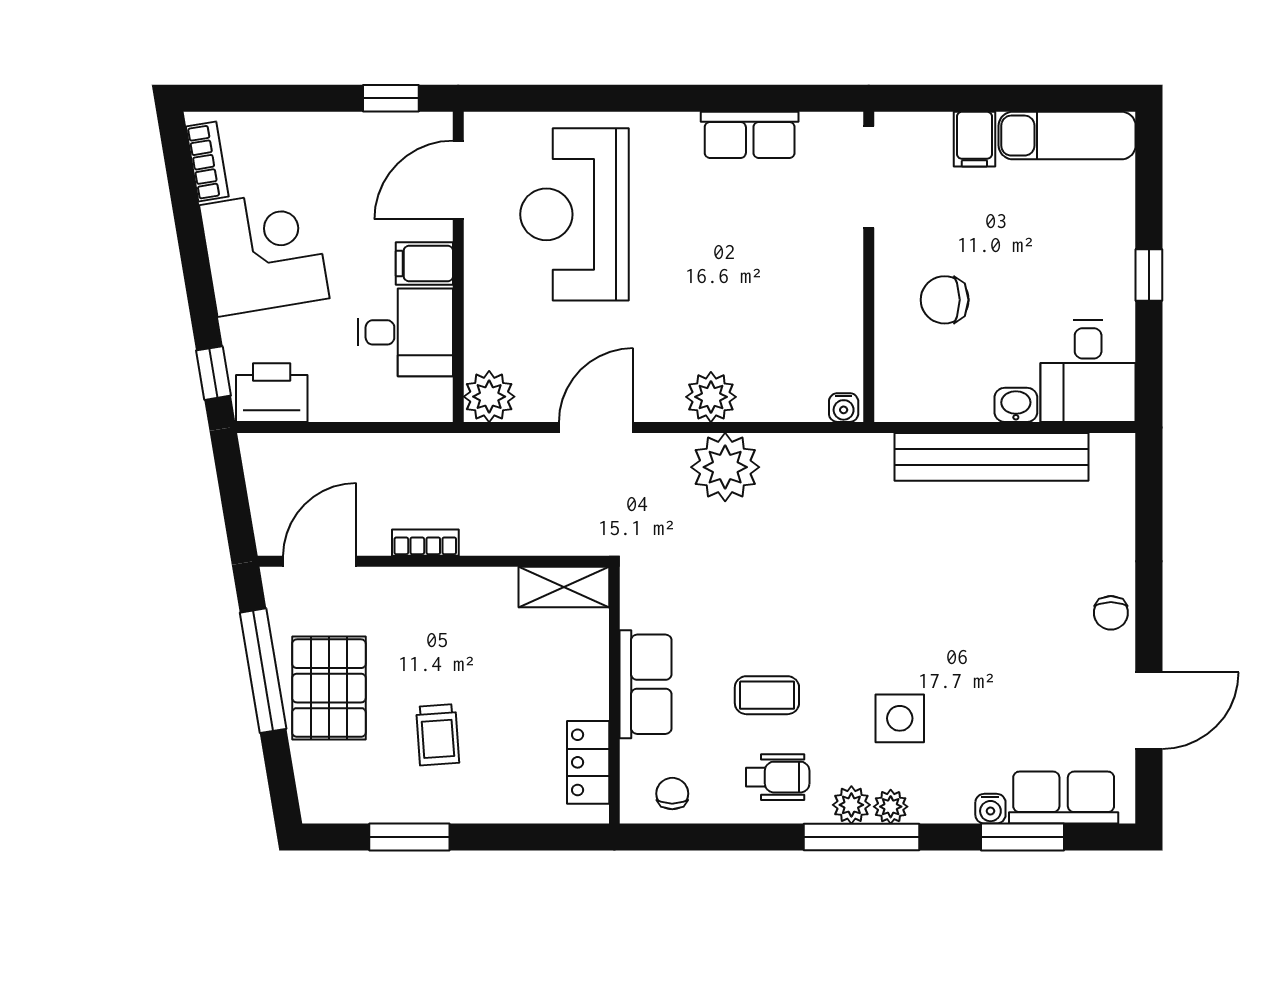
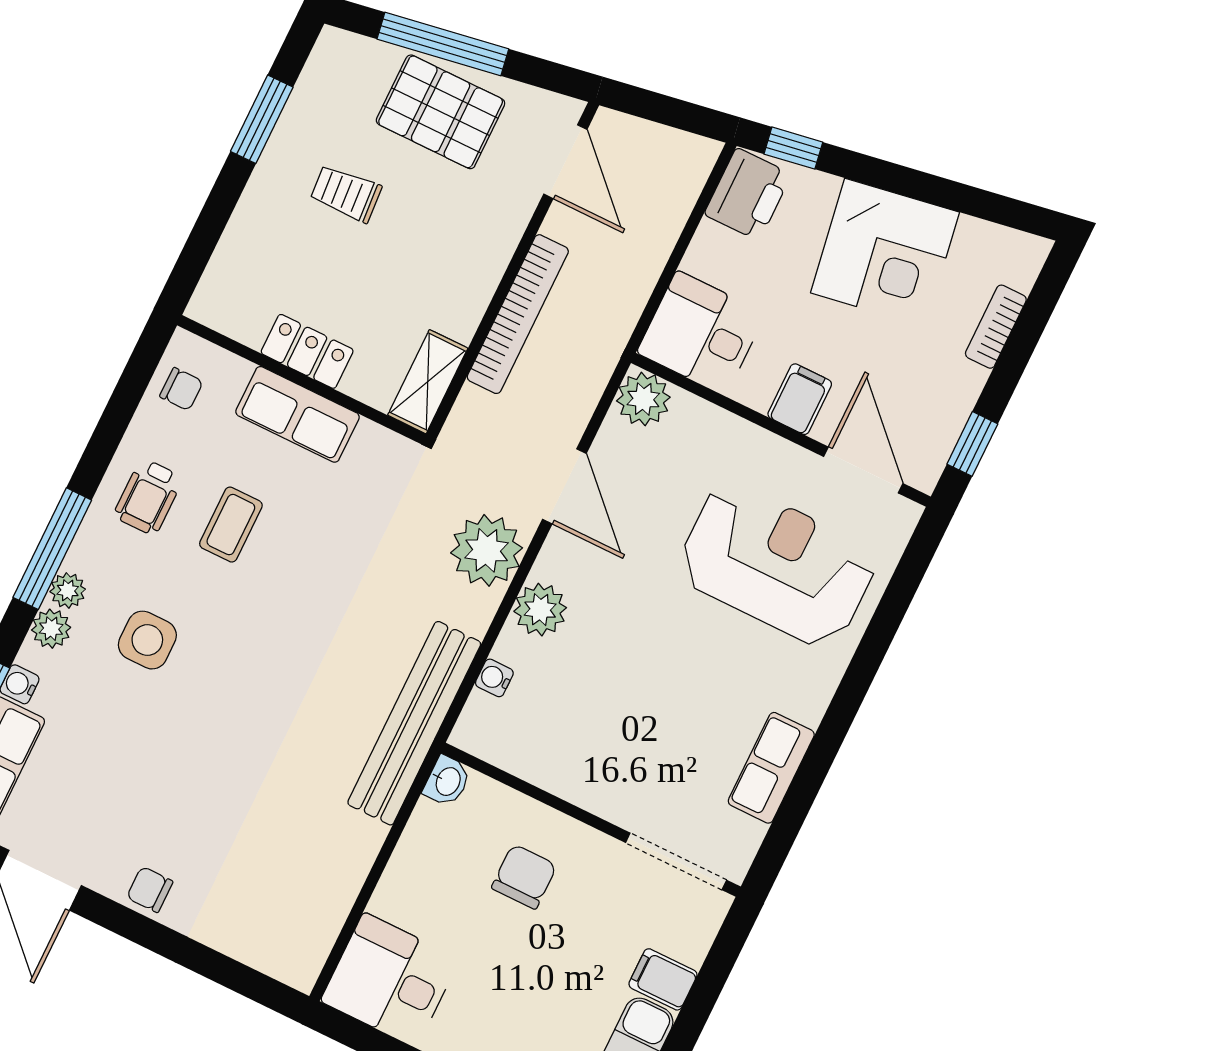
bookcase: (207, 162) -> (996, 327), moved, turned 99
desk: (405, 332) -> (701, 333), moved, turned 90
washbasin: (1016, 405) -> (447, 781), moved
water cooler: (844, 408) -> (494, 678), moved
bench: (991, 457) -> (414, 723), moved
plant: (725, 467) -> (487, 550), moved
bookcase: (425, 543) -> (518, 314), width x2.31, depth x1.31
window: (263, 671) -> (443, 44), moved
locker: (588, 762) -> (307, 351), moved
plant: (851, 805) -> (51, 629), moved

